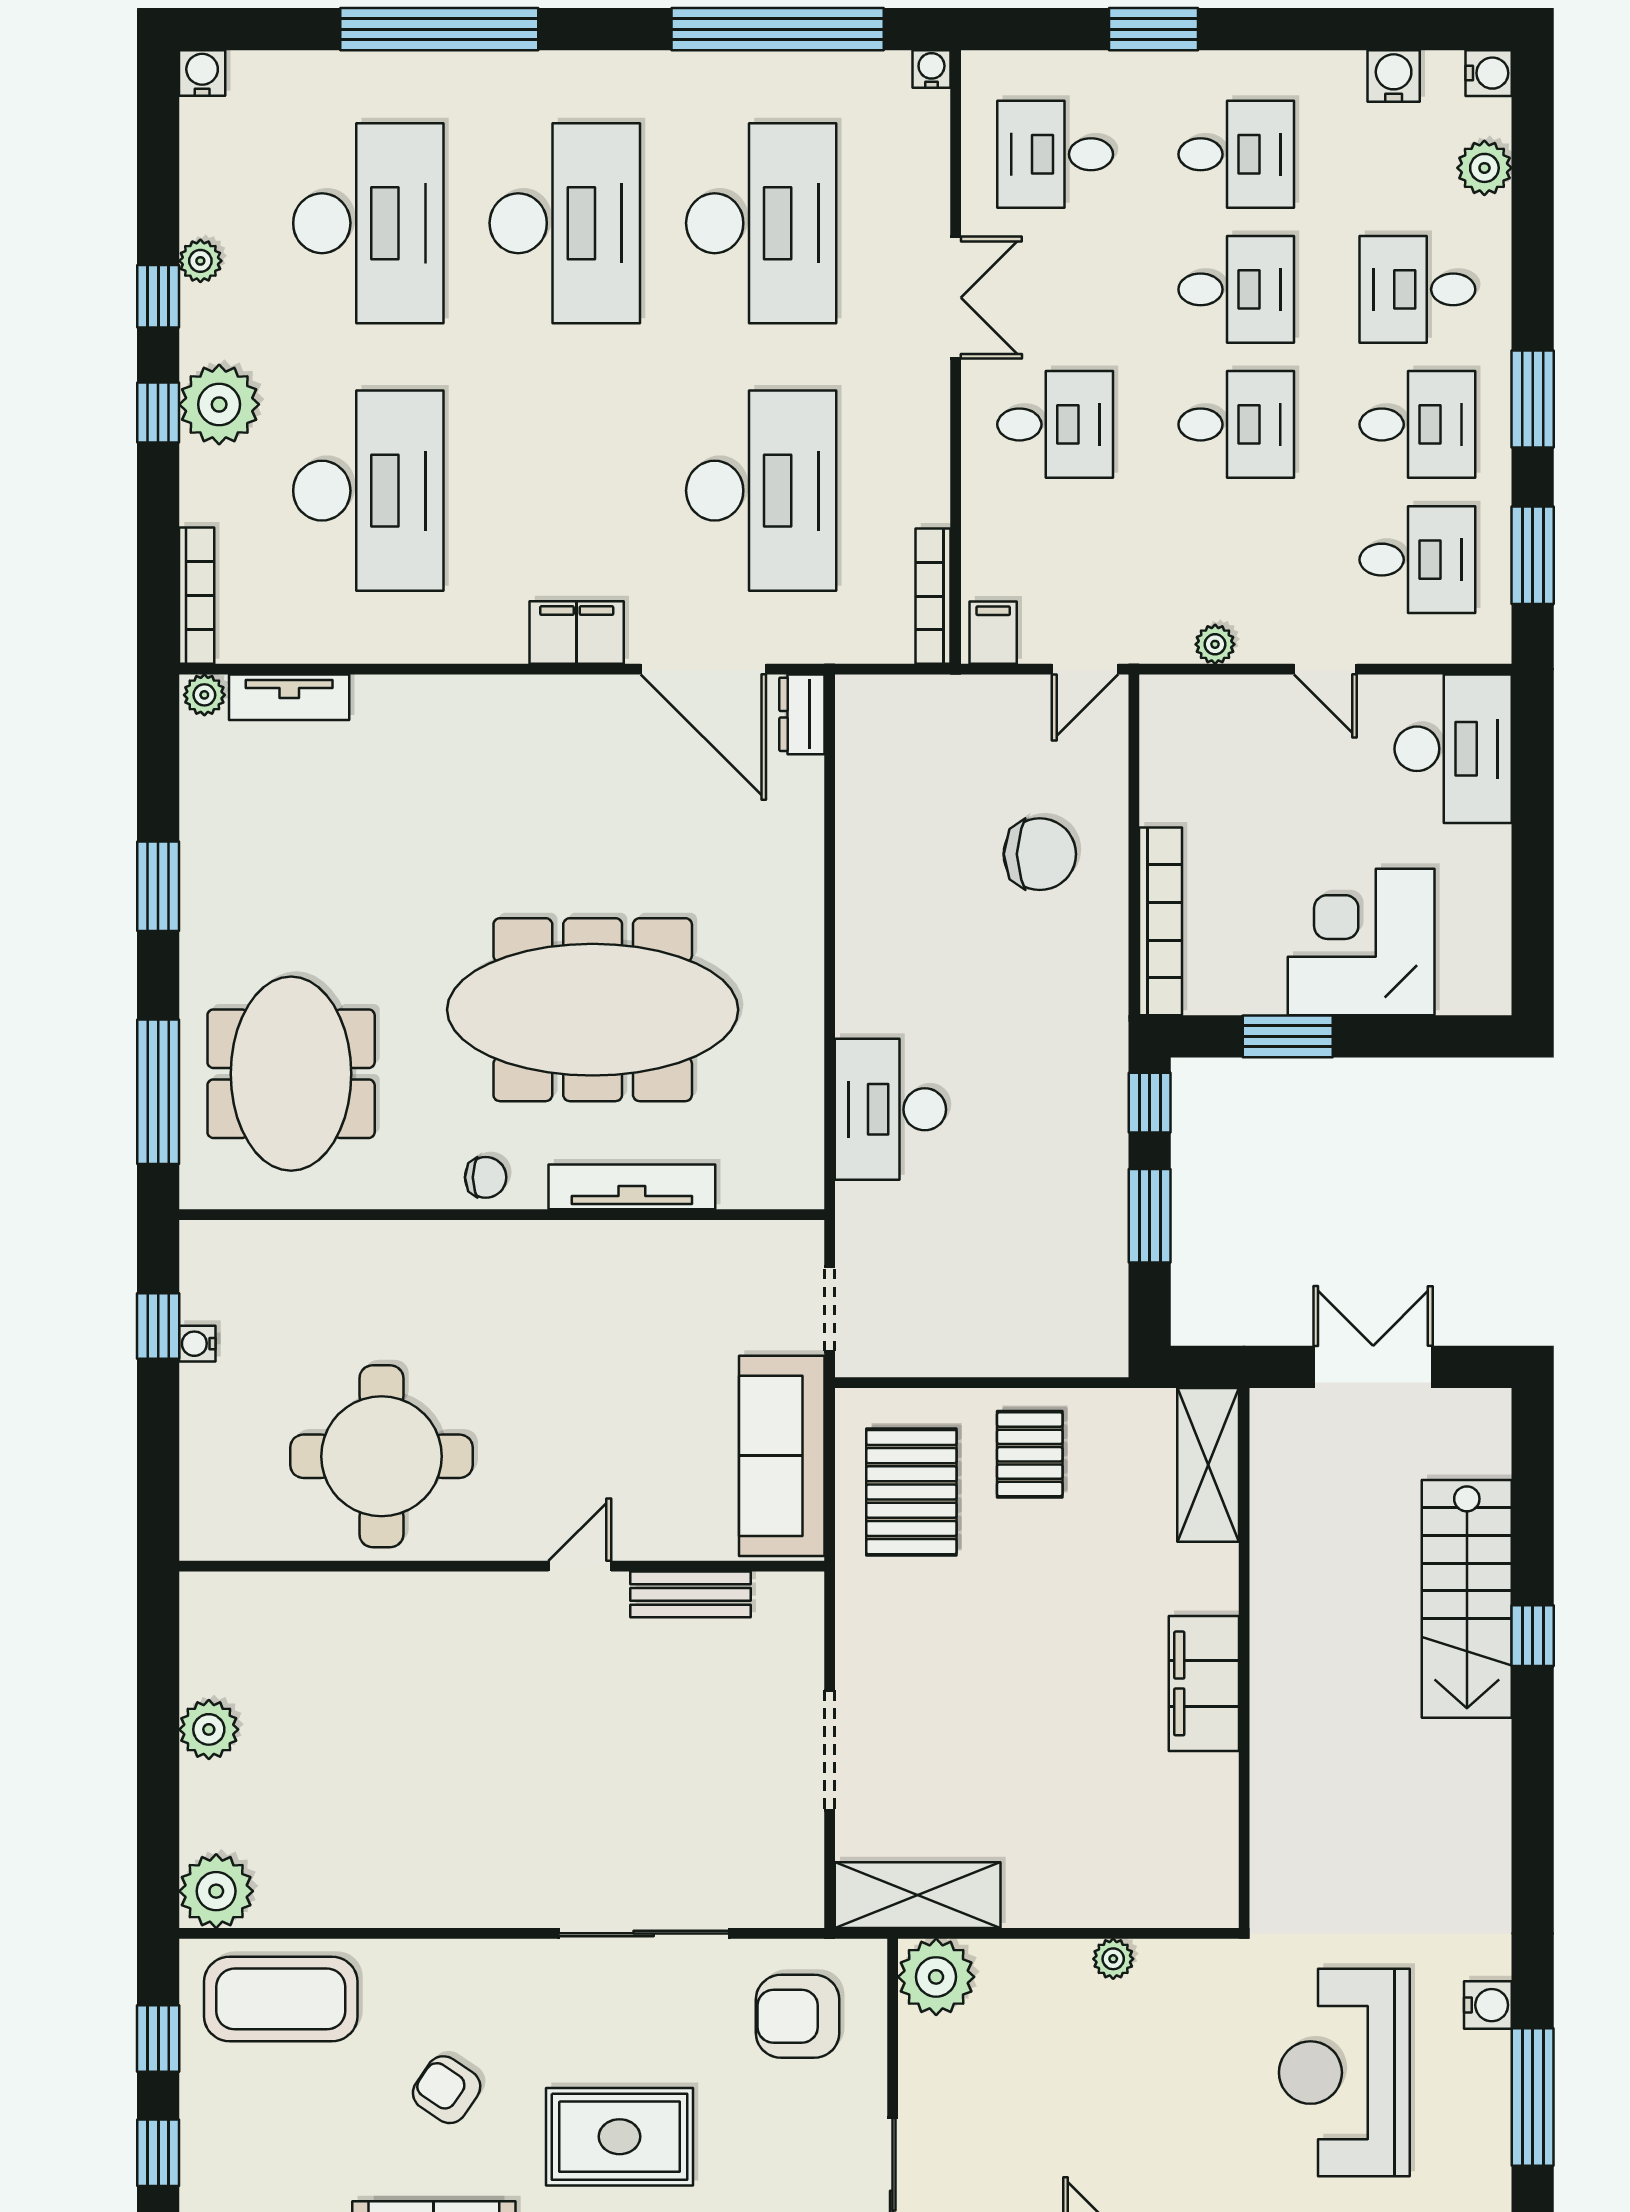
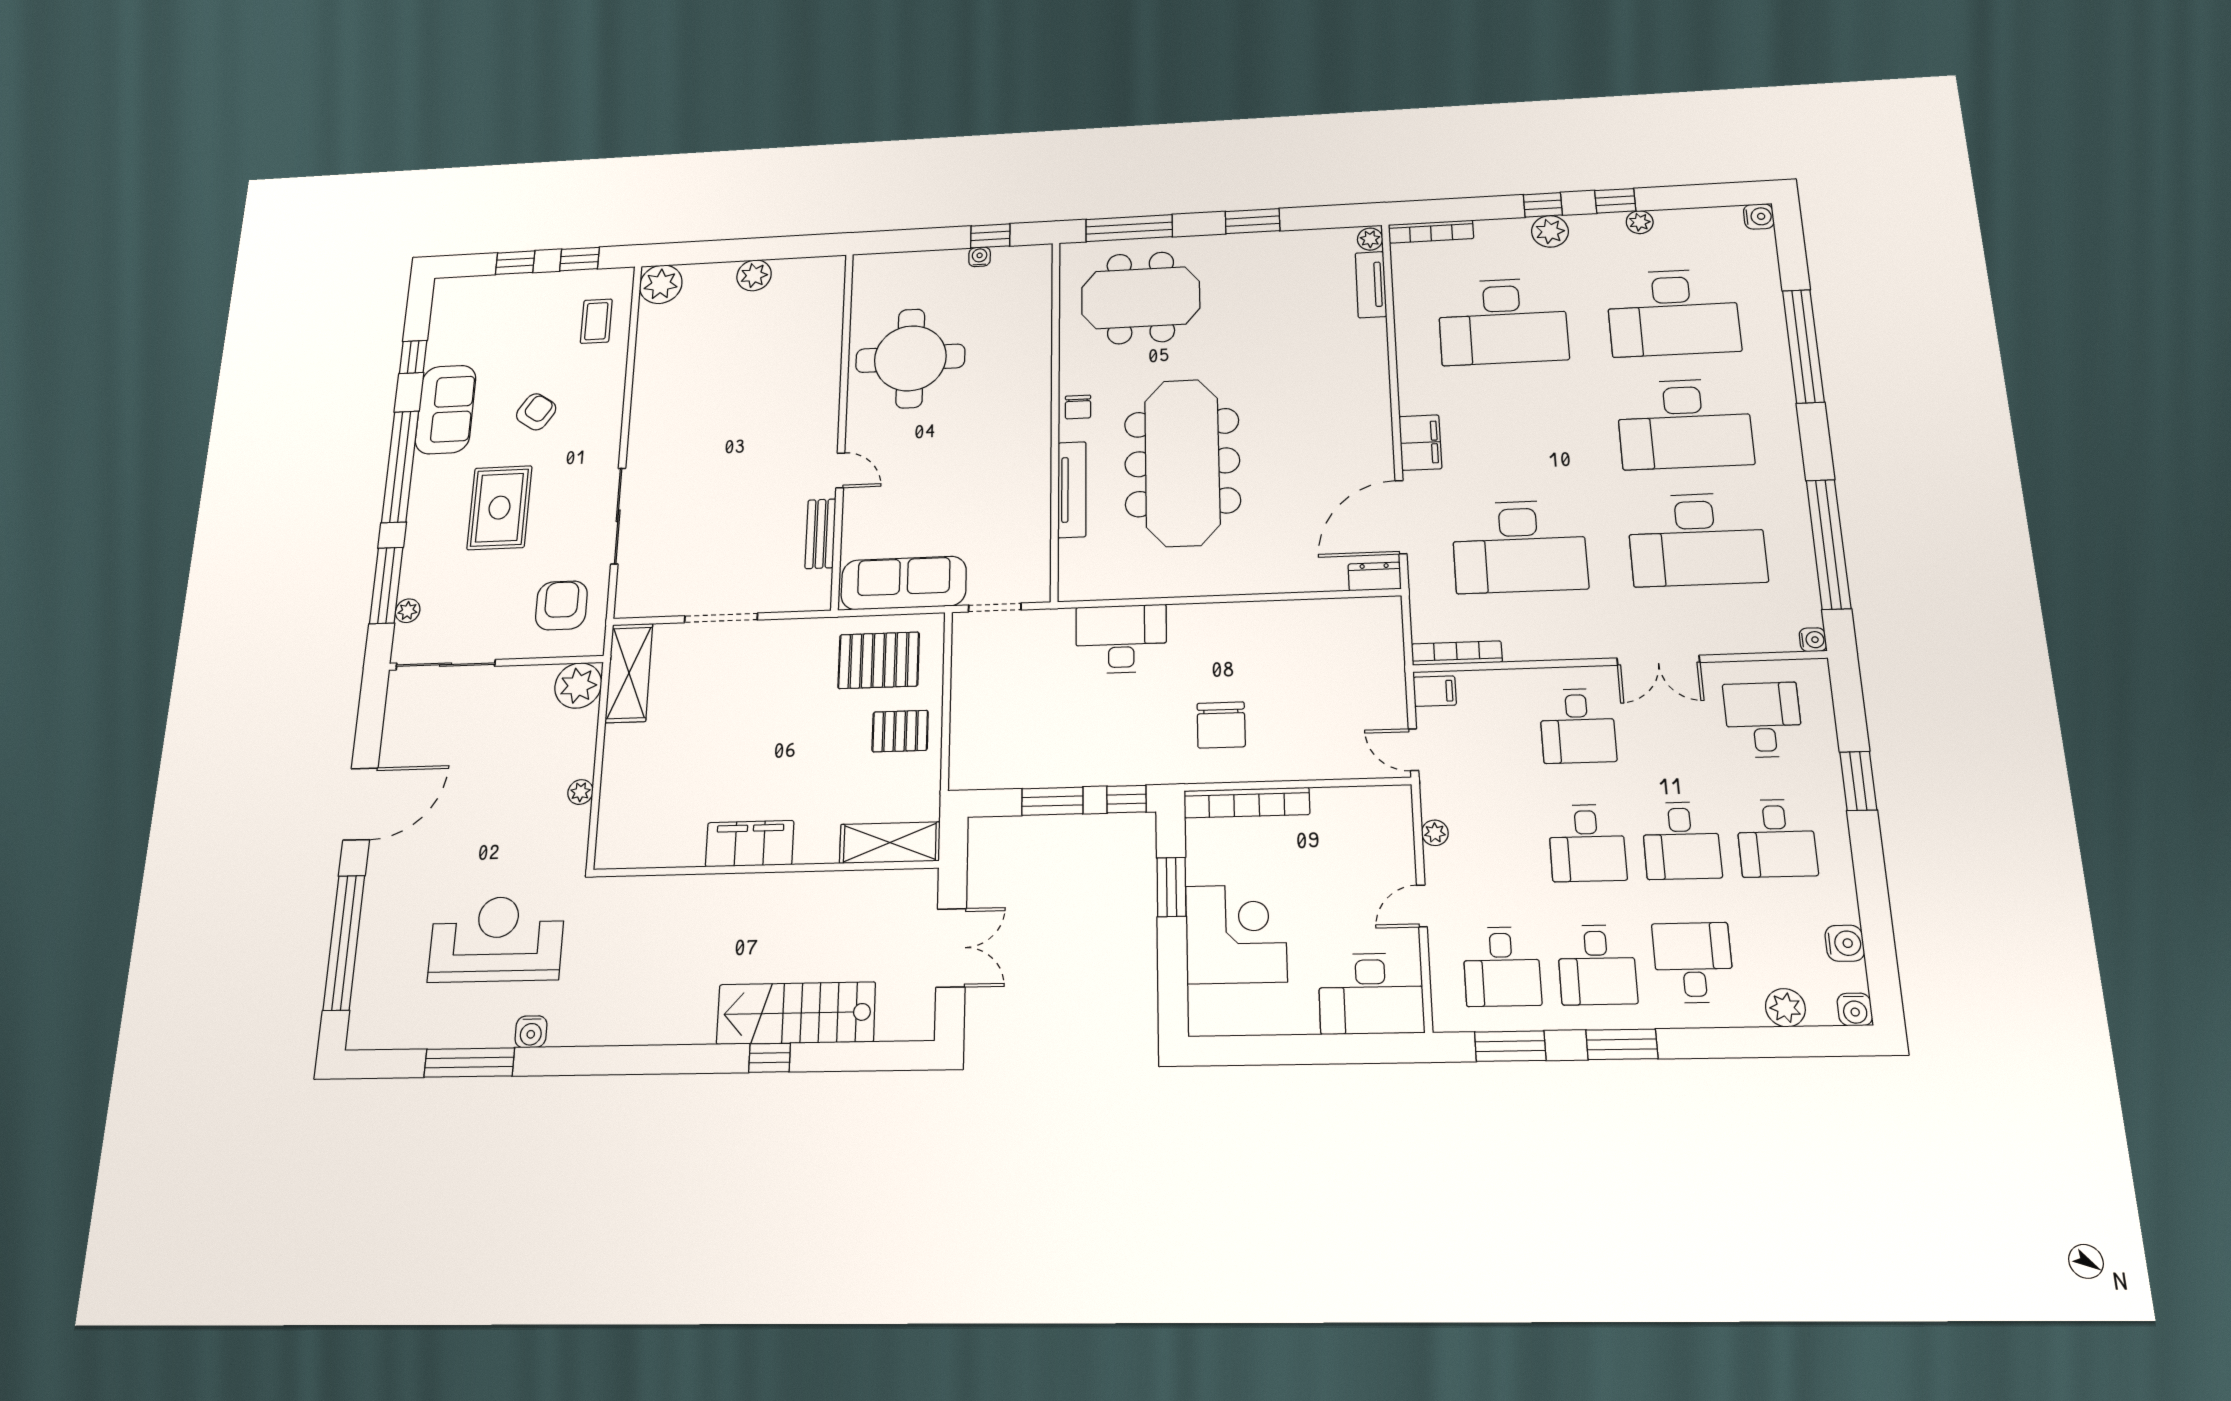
plant: (219, 404) -> (1550, 231), width x0.73, depth x0.73
chair: (1040, 854) -> (1221, 725), moved
coffee table: (281, 1999) -> (596, 321), width x0.54, depth x0.58

